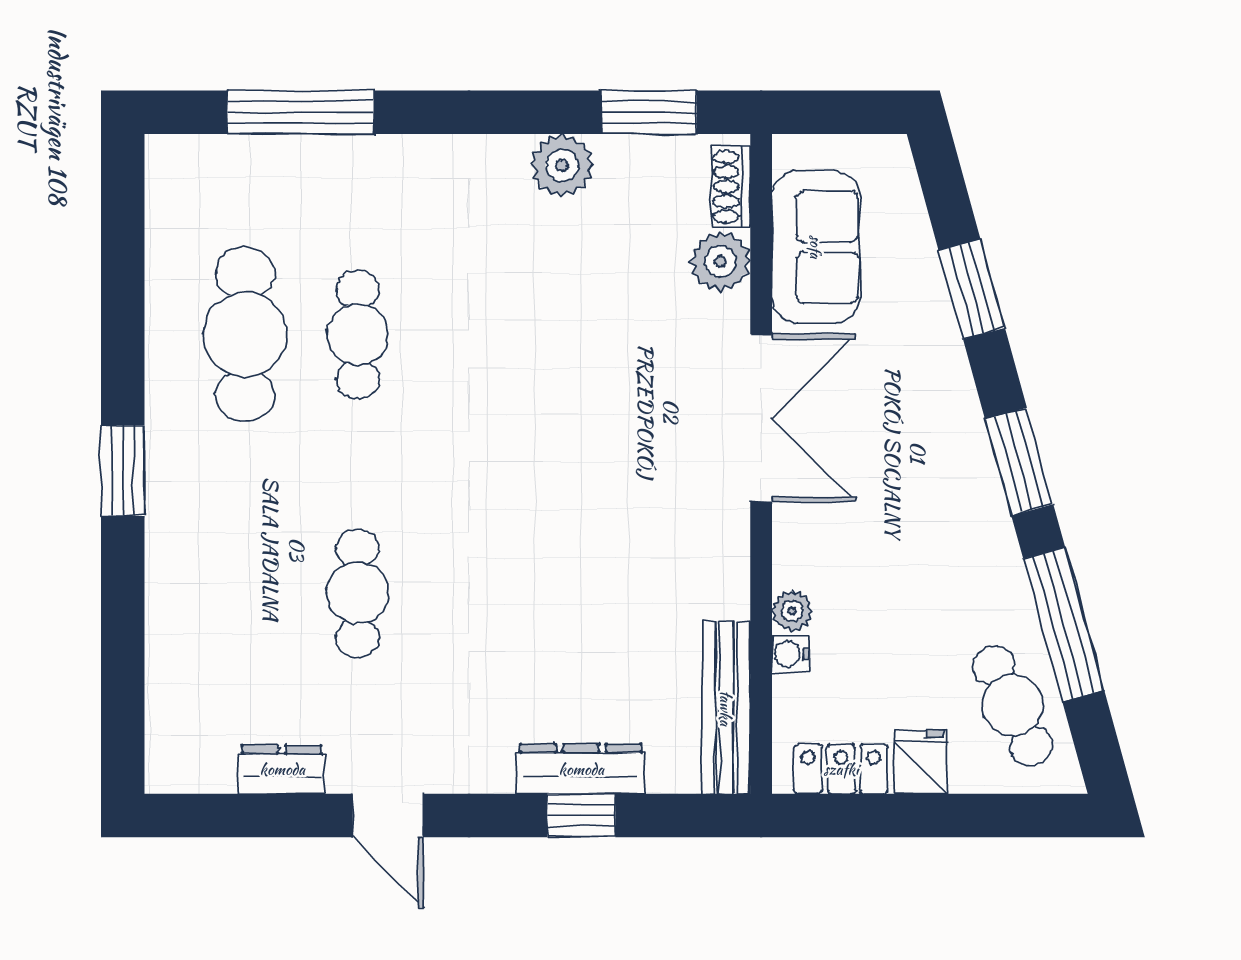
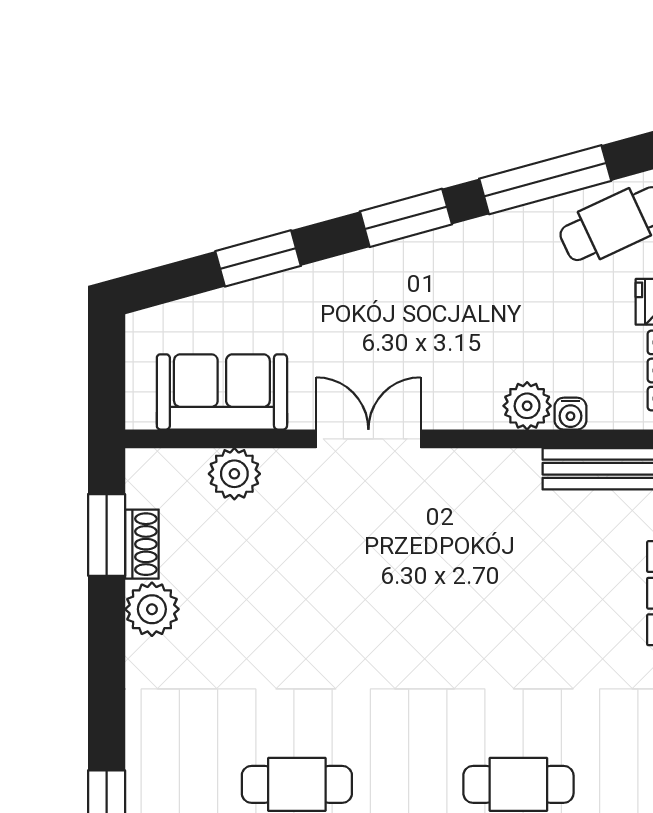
shoe rack: (731, 187) -> (142, 544), moved, turned -90
double door: (761, 418) -> (368, 439), width x0.73
plant: (792, 611) -> (527, 406), width x1.38, depth x1.38

